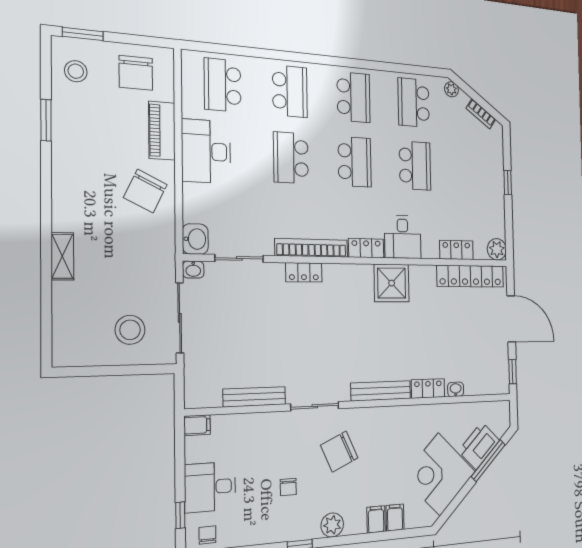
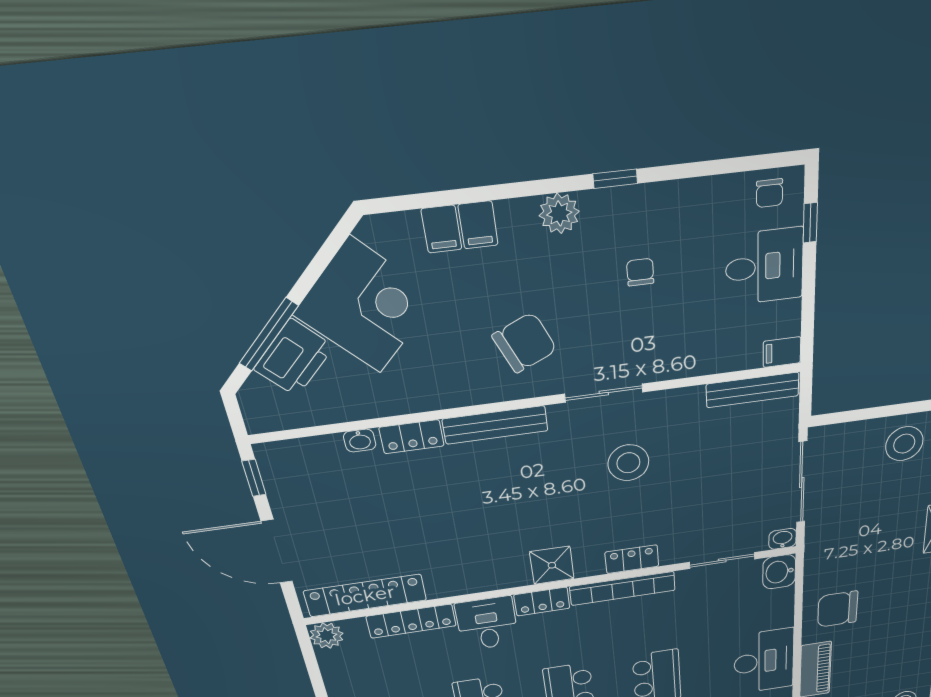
chair: (145, 191) -> (838, 609), turned -116
locker: (456, 250) -> (411, 621), width x1.53
shower: (392, 283) -> (552, 565), moved, width x0.73, depth x0.73
stool: (130, 330) -> (904, 444), moved
stool: (302, 352) -> (628, 463), added
bench: (254, 397) -> (753, 390), moved
chair: (339, 452) -> (525, 343), moved

